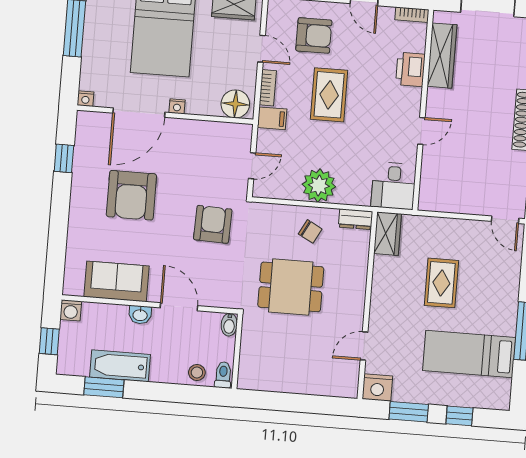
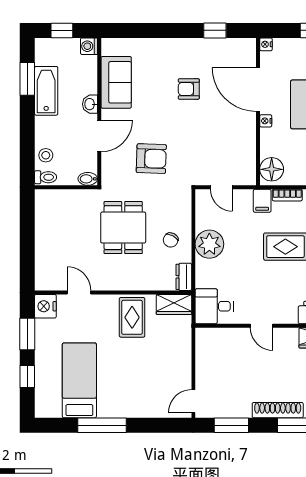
armchair: (131, 195) -> (189, 89), width x0.53, depth x0.53
armchair: (213, 224) -> (151, 159), moved
rug: (441, 283) -> (132, 317), moved, turned 90

